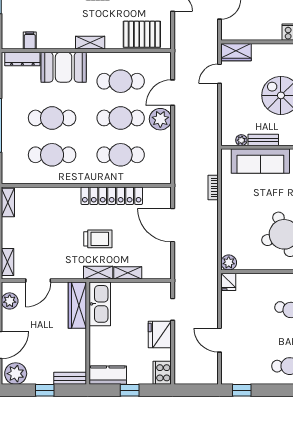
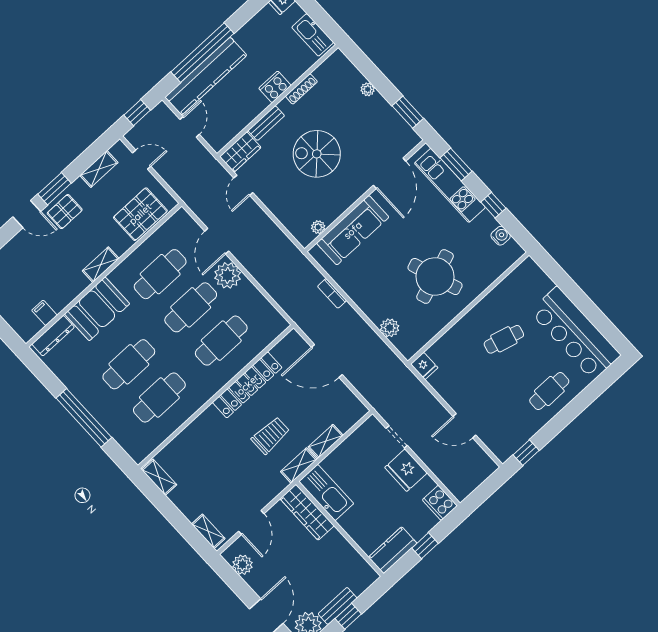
bench: (263, 140) -> (266, 123), moved
plant: (229, 263) -> (390, 328), moved
bench: (70, 378) -> (338, 606), moved

